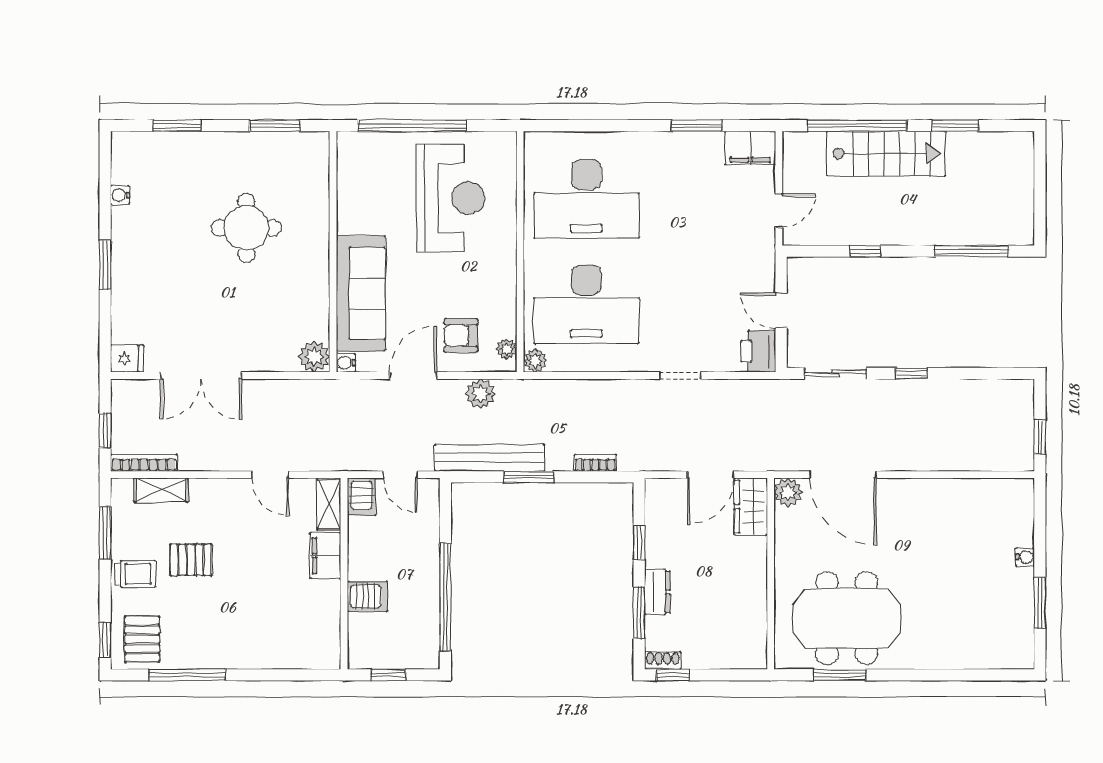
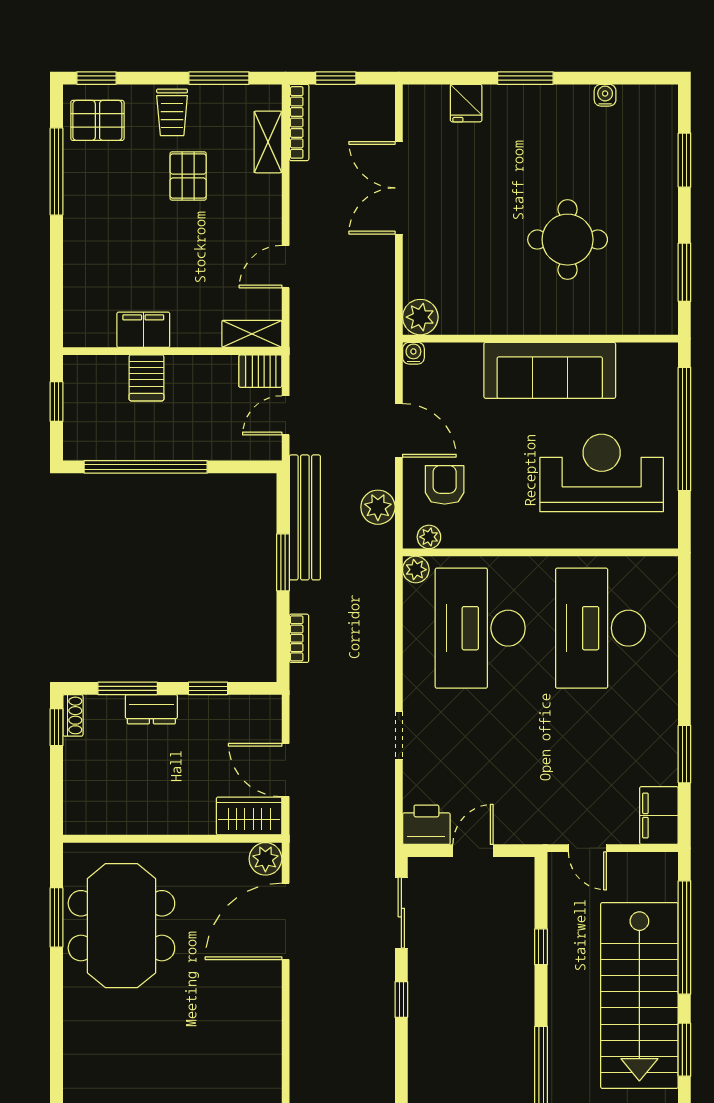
stairs: (886, 154) -> (639, 996), width x1.36, depth x1.51
reception desk: (451, 198) -> (602, 473), turned 180
sofa: (361, 293) -> (550, 370), moved
fridge: (127, 359) -> (466, 103), moved
filing cabinet: (325, 556) -> (143, 330), moved

